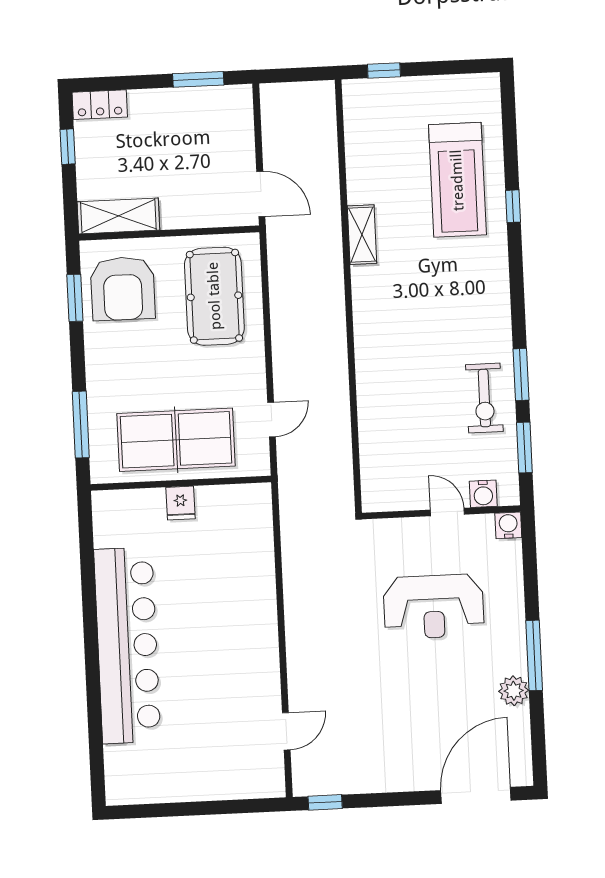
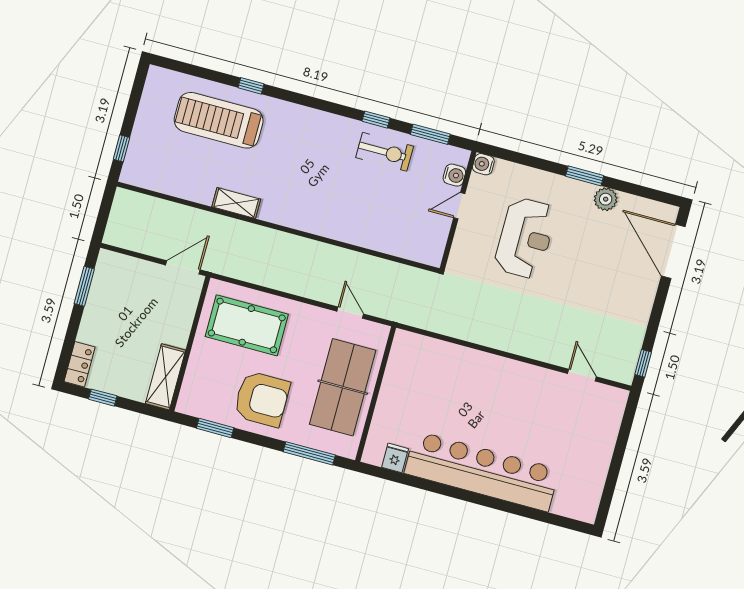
treadmill: (457, 180) -> (219, 120), turned 180
armchair: (123, 289) -> (262, 399), moved
window: (521, 374) -> (376, 120), width x0.67
fridge: (180, 503) -> (395, 458), moved, turned -90
window: (534, 655) -> (585, 176), width x0.69

